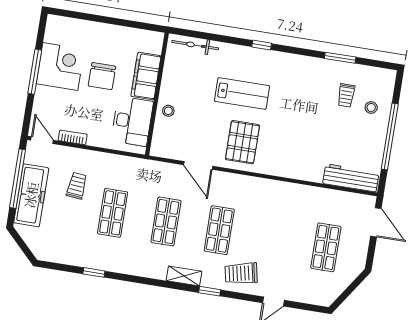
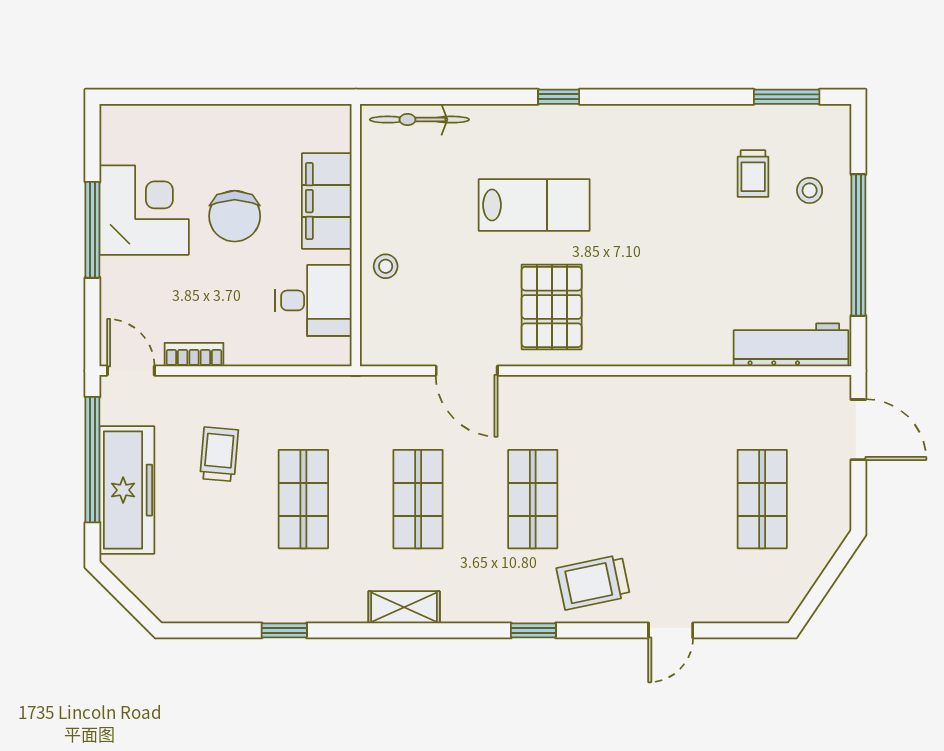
window: (340, 58) -> (787, 97), moved
desk: (132, 121) -> (313, 300), width x0.73
shelving: (184, 276) -> (404, 607), moved

